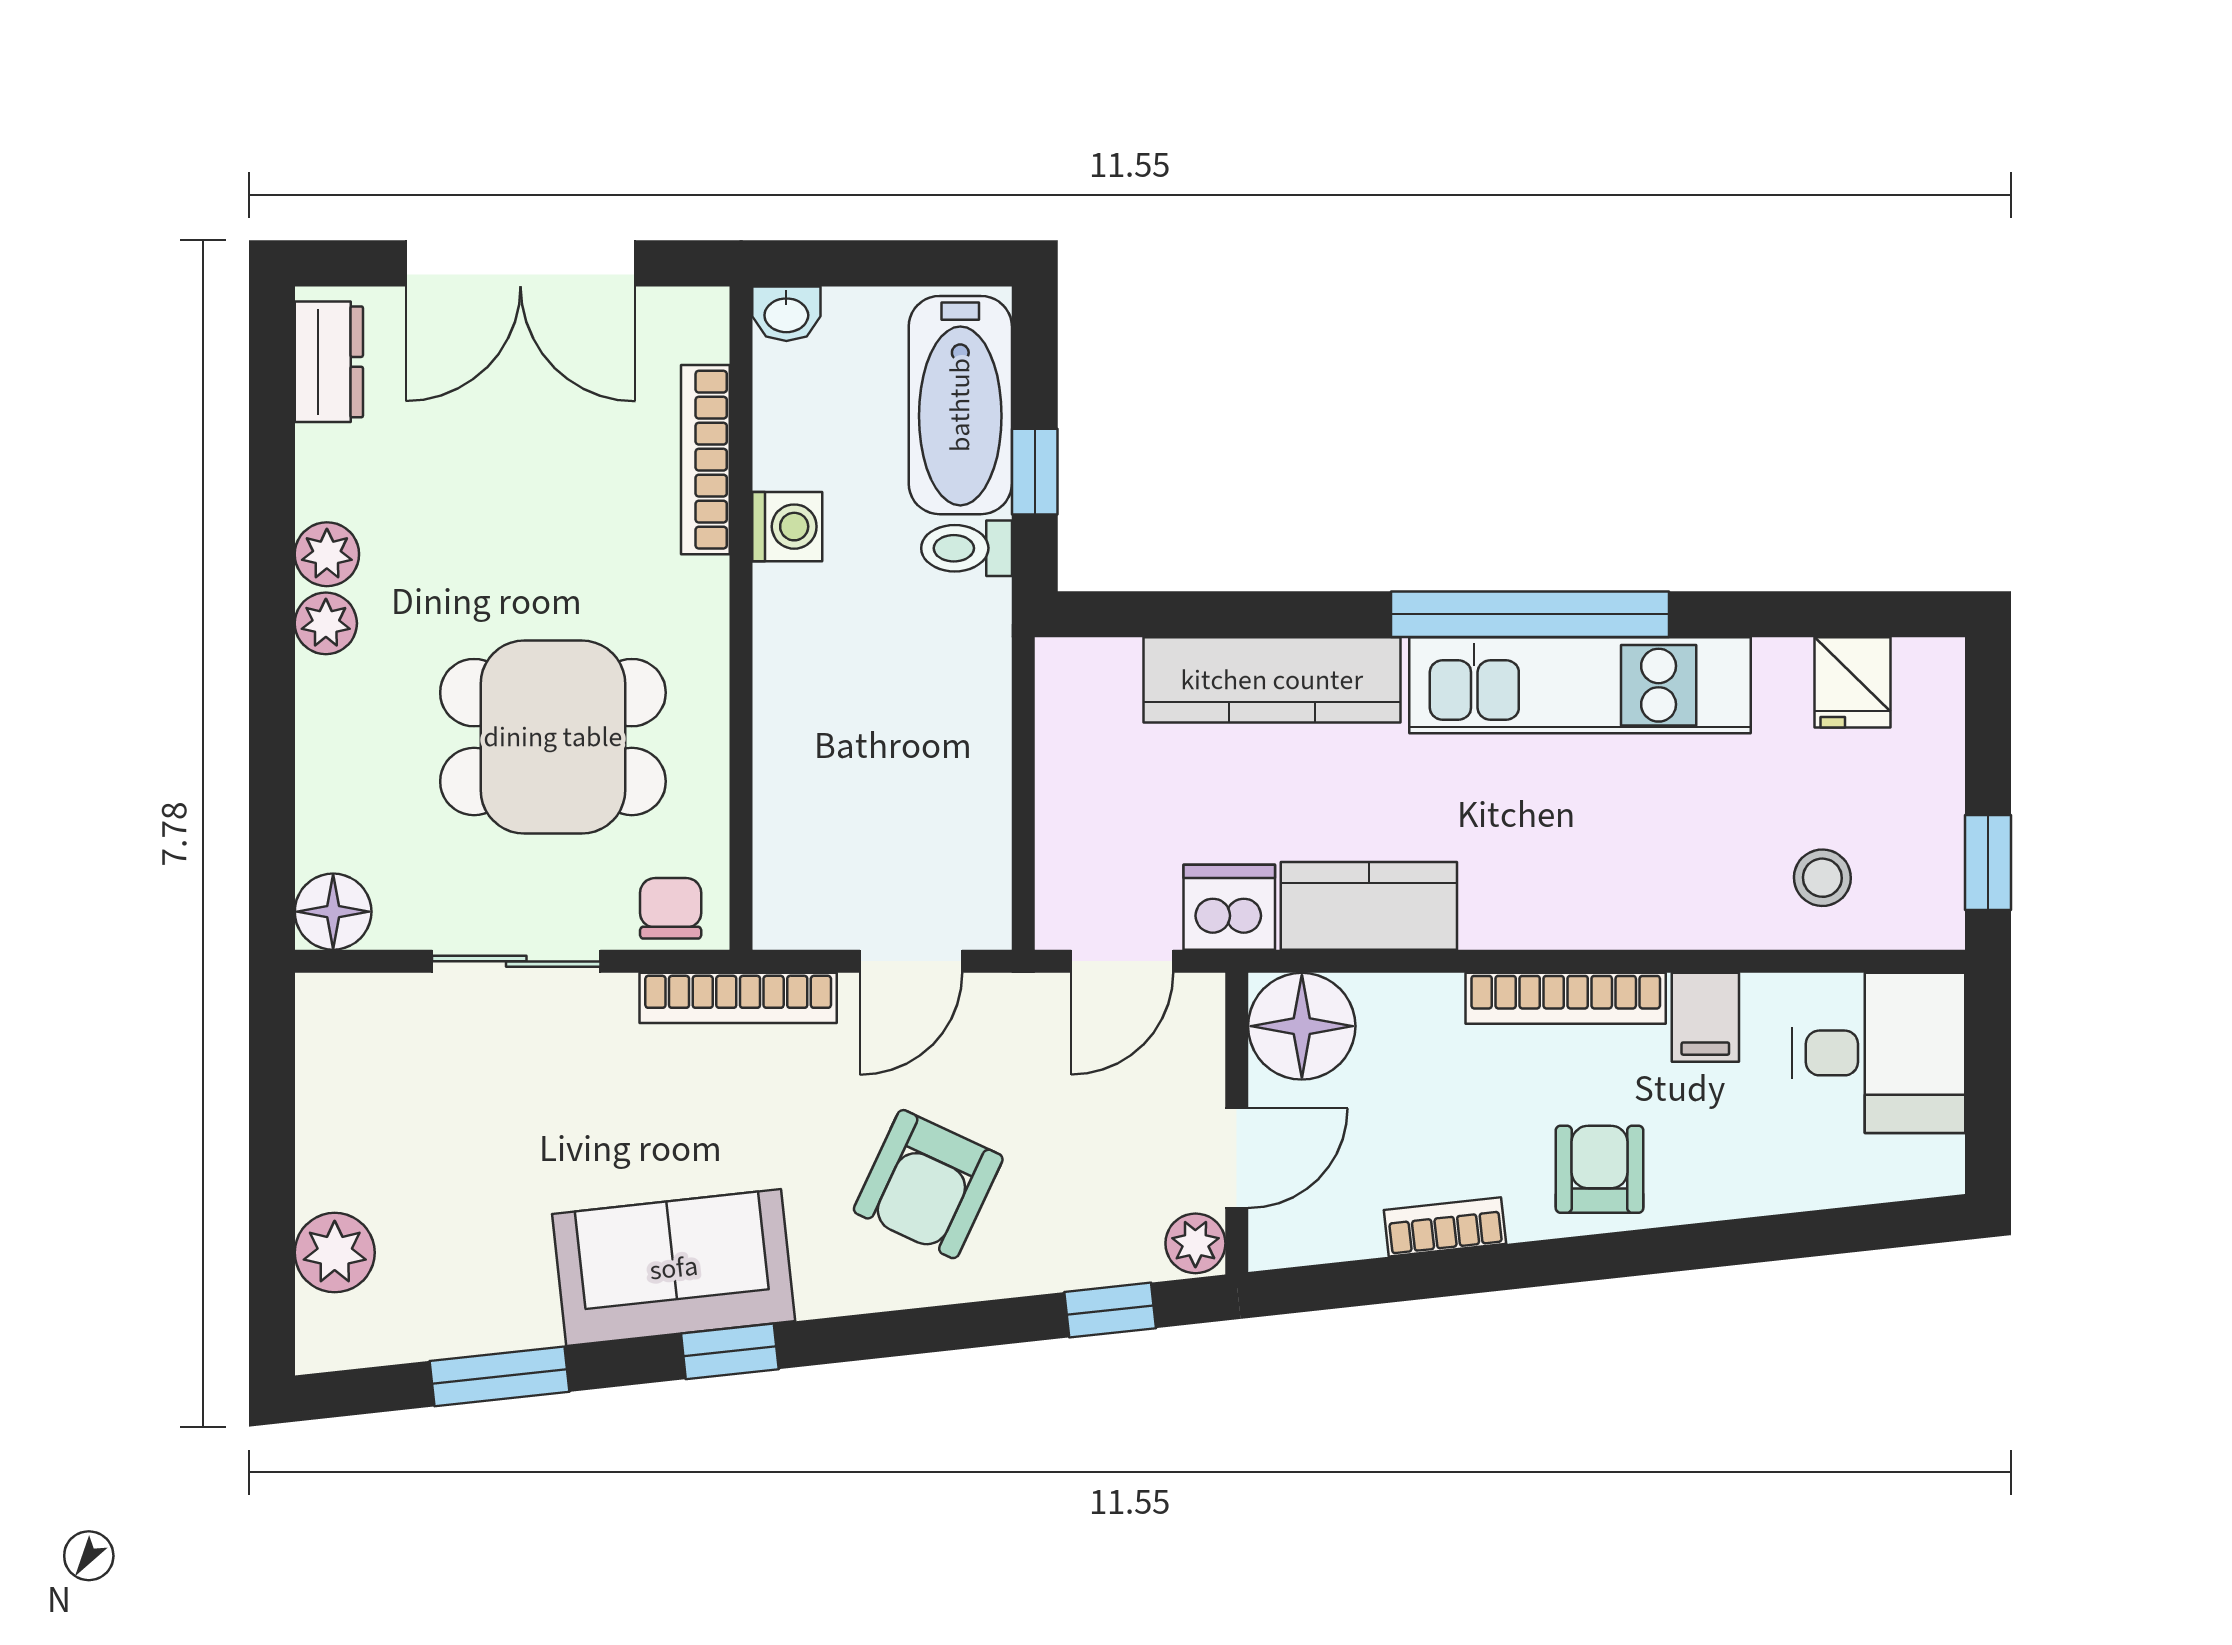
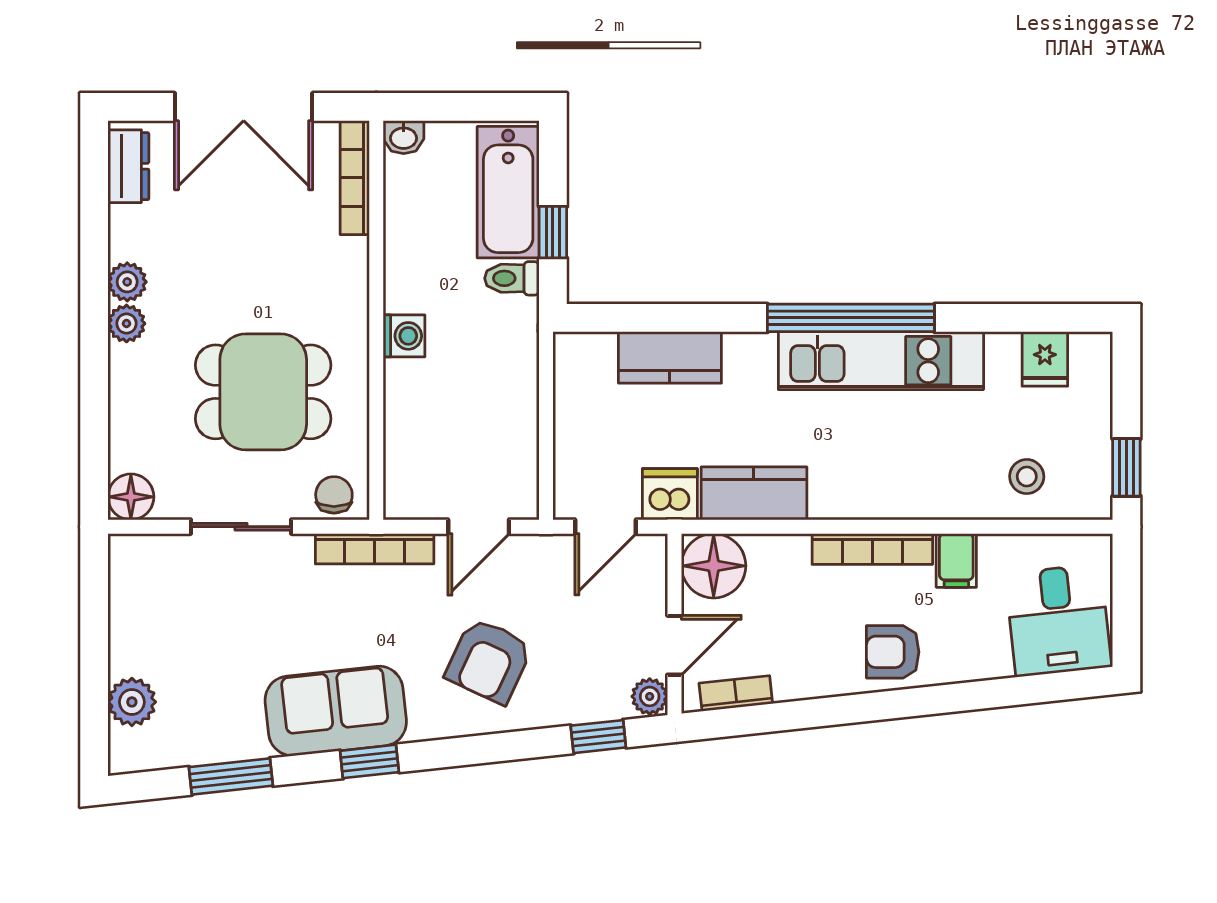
bookcase: (705, 460) -> (355, 178), moved
washing machine: (787, 527) -> (404, 336), moved
kitchen counter: (1272, 680) -> (670, 357), width x0.67
desk: (1879, 1053) -> (1058, 620), moved, turned 84
armchair: (1600, 1169) -> (893, 652), turned -90
bookcase: (1445, 1227) -> (736, 693), moved

